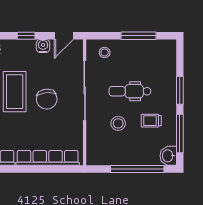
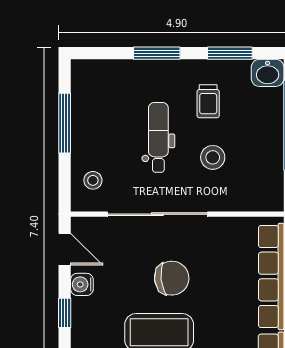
dental chair: (130, 91) -> (158, 137), turned 180
window: (180, 133) -> (230, 53), width x0.69

